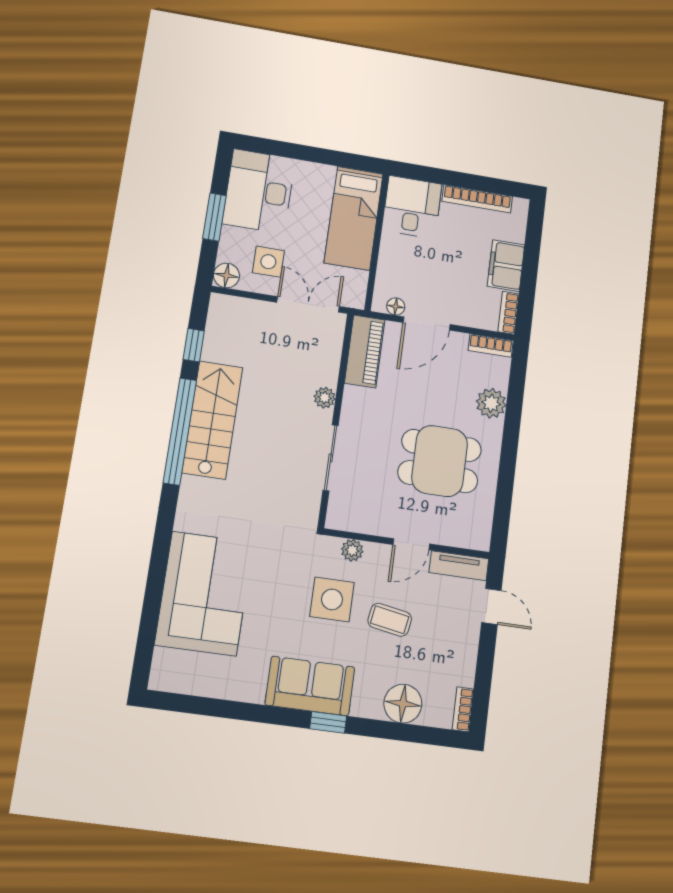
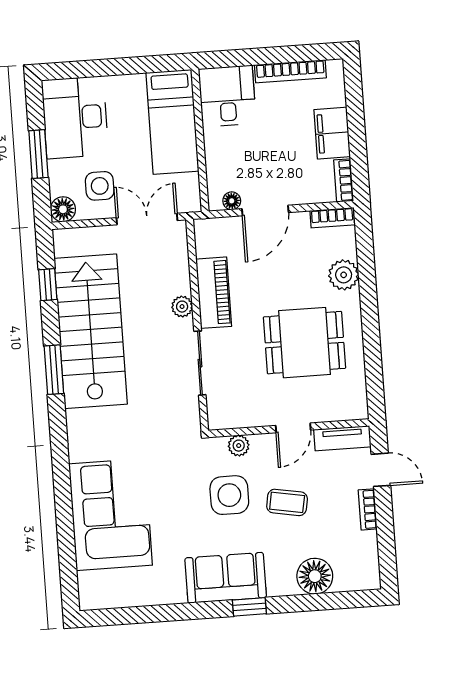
piano: (365, 351) -> (214, 293), moved
stairs: (212, 420) -> (91, 331), width x1.36, depth x1.51
window: (180, 431) -> (54, 370), width x0.47
bookcase: (463, 709) -> (368, 509), moved

